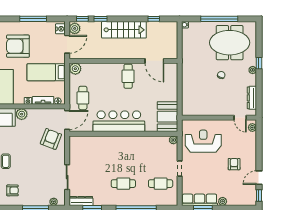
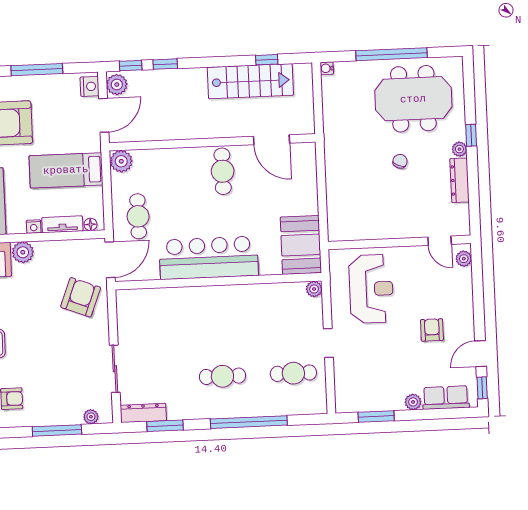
stairs: (124, 30) -> (250, 81), moved
dresser: (252, 98) -> (460, 180), moved
reception desk: (203, 141) -> (371, 289), turned 90
row of seats: (200, 200) -> (446, 398), moved, width x0.68

